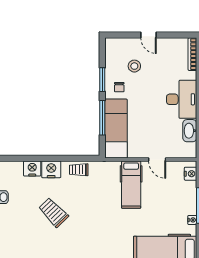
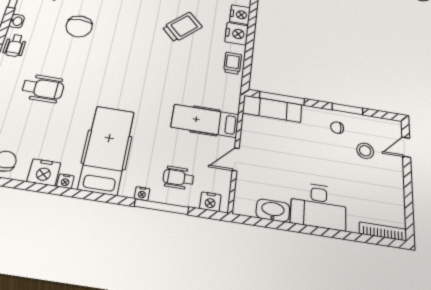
door: (149, 35) -> (406, 147), moved
window: (102, 118) -> (282, 98), moved
exam couch: (116, 129) -> (272, 109), width x0.73, depth x0.69
wheelchair: (177, 197) -> (178, 178), added

